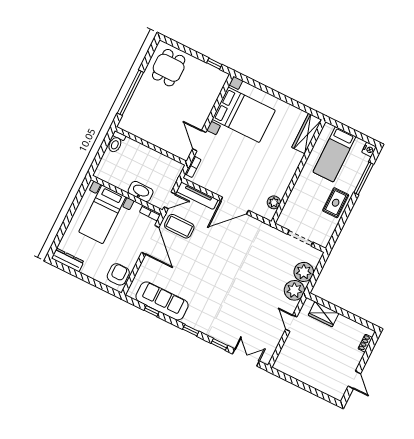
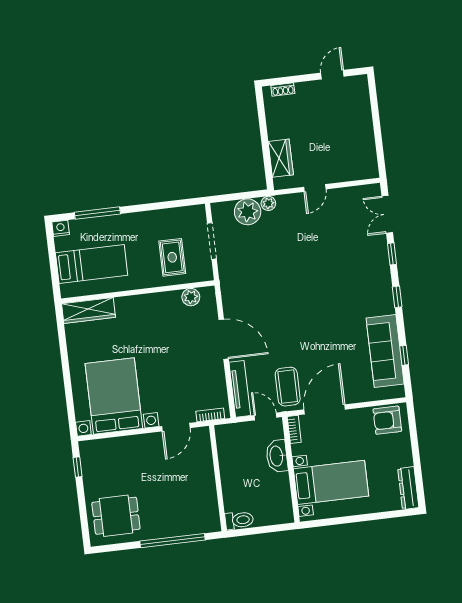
rug: (336, 203) -> (172, 257), moved, turned 90
plant: (294, 290) -> (268, 203), width x0.53, depth x0.53

